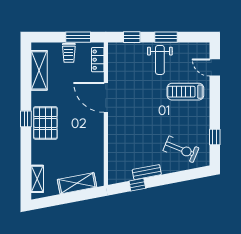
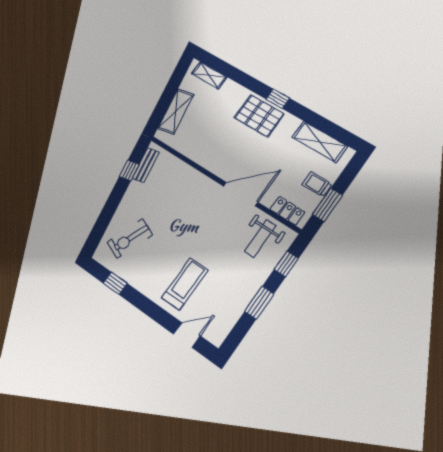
weight bench: (160, 60) -> (260, 238), moved, turned -90
bench: (147, 172) -> (146, 165), moved

